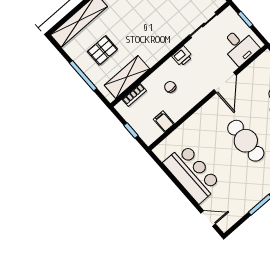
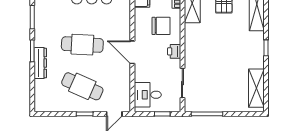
door: (225, 83) -> (132, 52), moved
chair: (170, 87) -> (161, 26), width x1.87, depth x1.87

